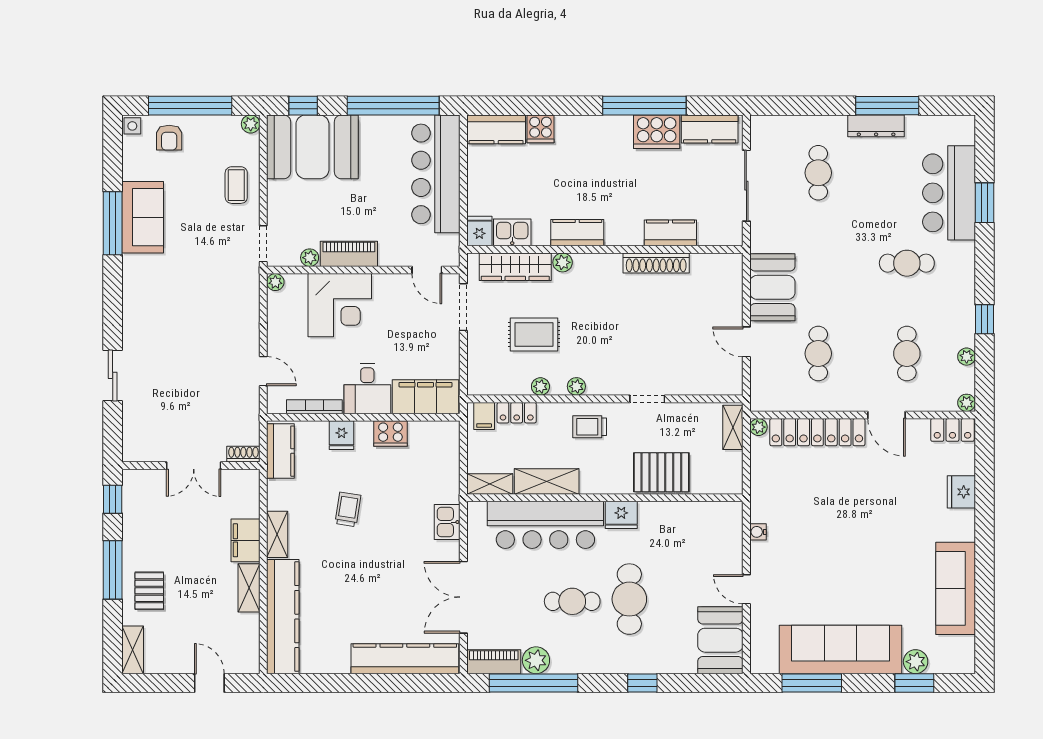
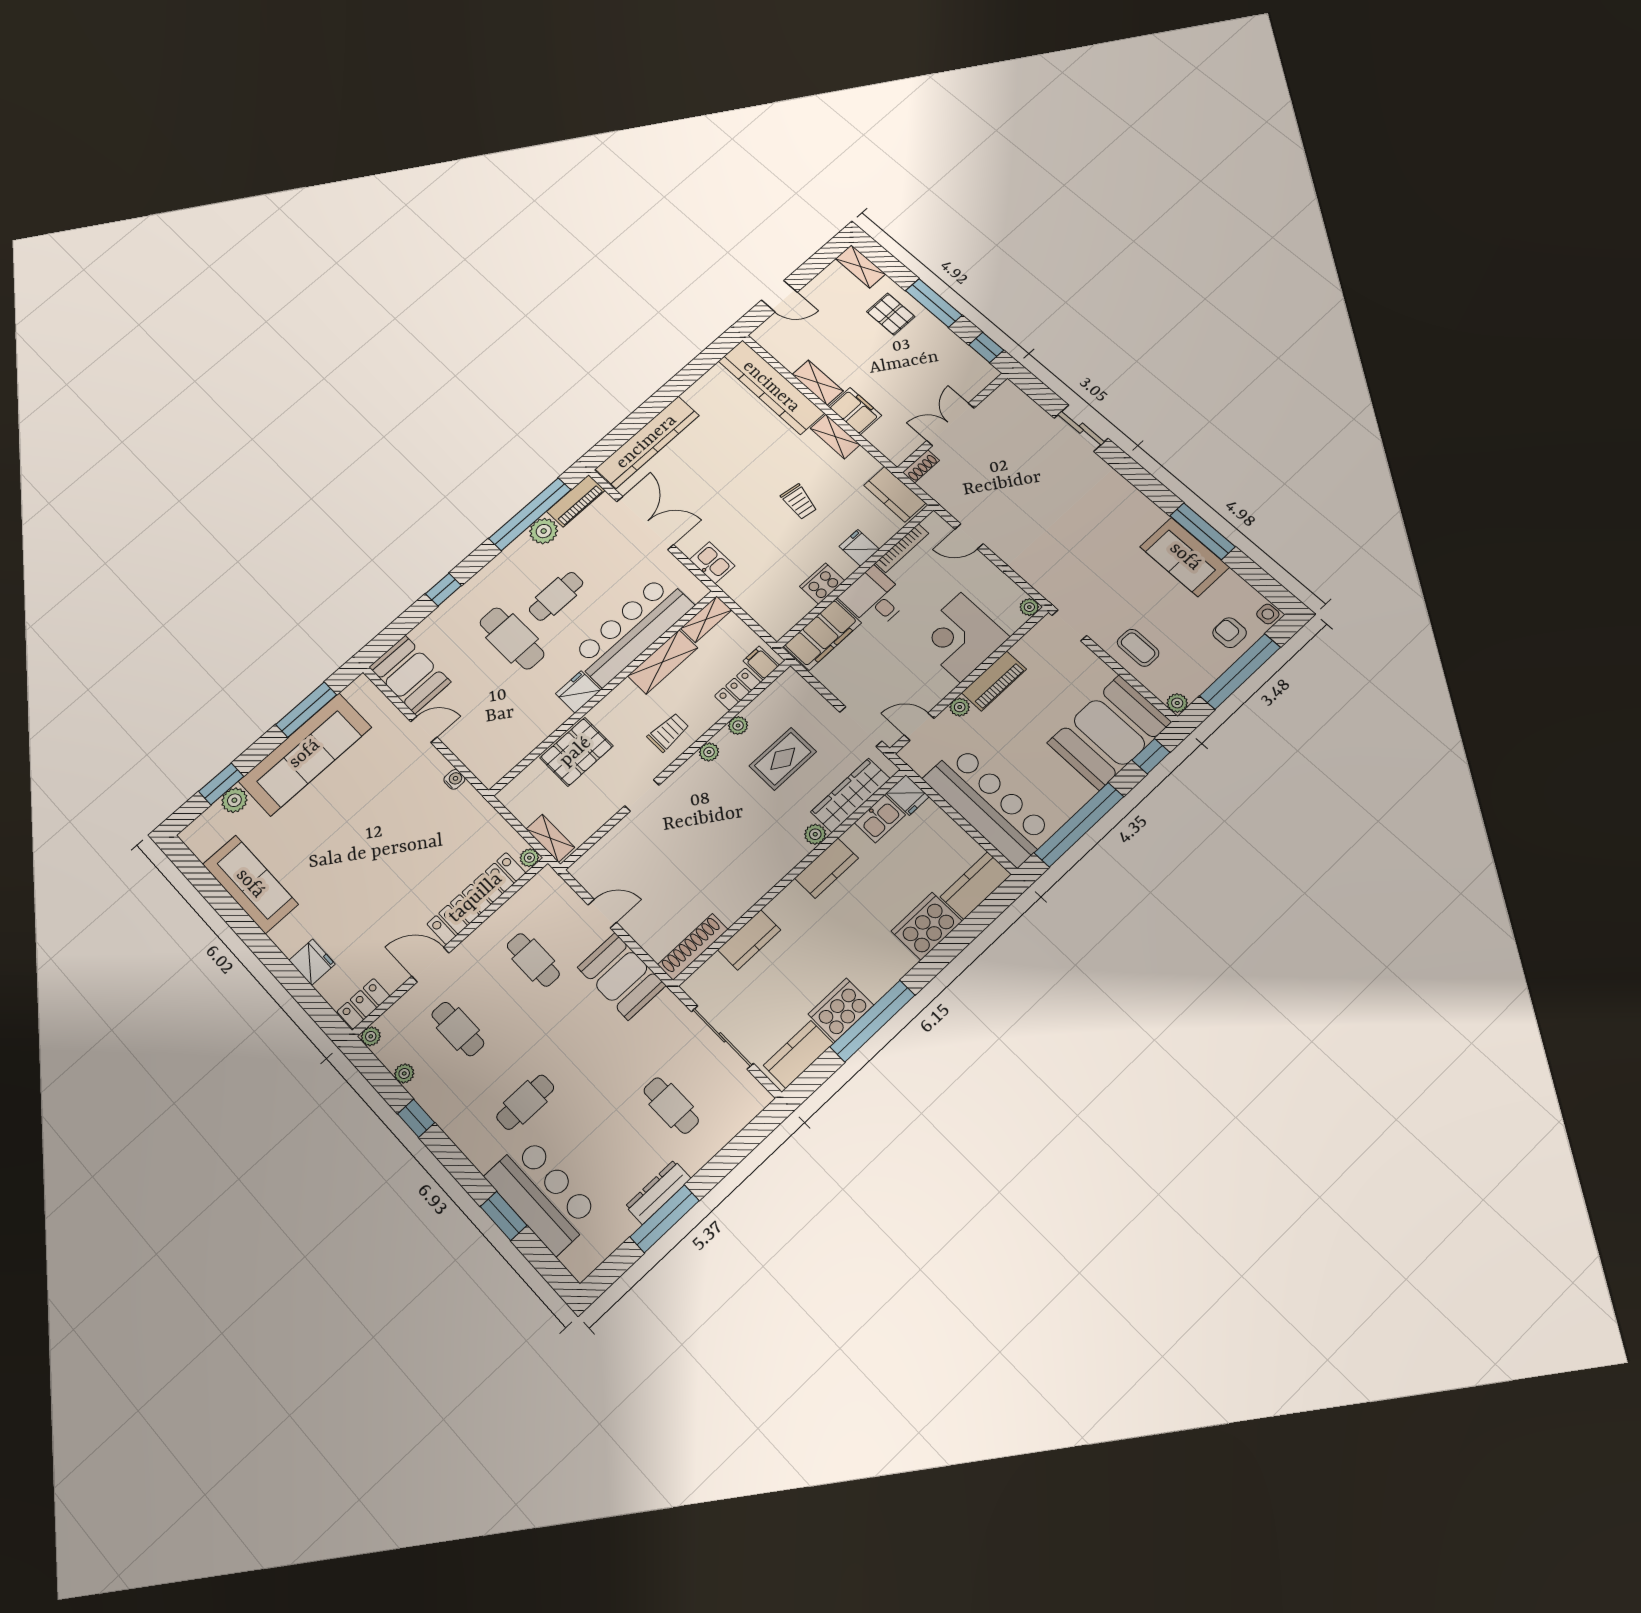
cooker: (541, 129) -> (927, 926), width x1.87, depth x1.31
plant: (310, 258) -> (960, 707), moved
shoe rack: (656, 263) -> (693, 947), moved

